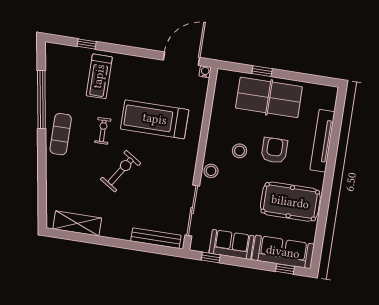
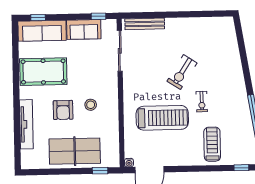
window: (87, 44) -> (241, 168), moved
window: (262, 71) -> (100, 171), moved
exercise mat: (61, 134) -> (235, 93), removed
stool: (211, 171) -> (110, 85), removed
shelving: (77, 223) -> (209, 25), removed

